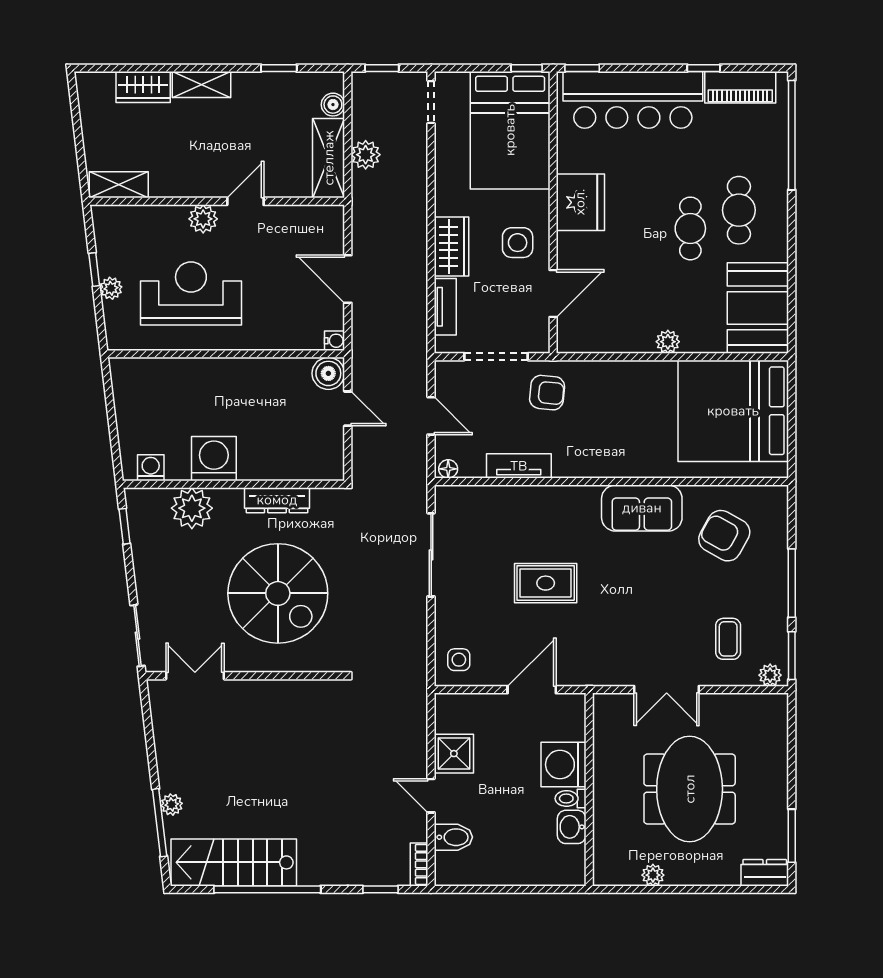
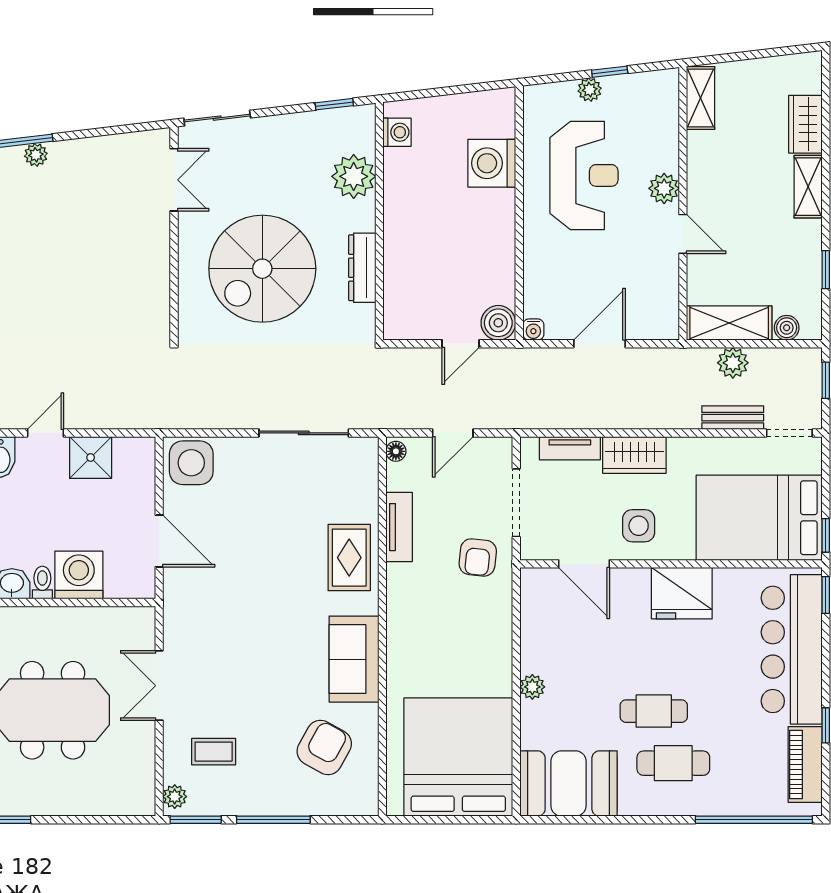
bench: (417, 155) -> (733, 418), added
washing machine: (214, 459) -> (492, 163), moved, turned 180
rug: (546, 583) -> (349, 558), moved
side table: (459, 660) -> (191, 463), width x1.87, depth x1.87

